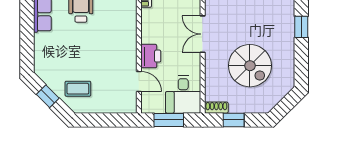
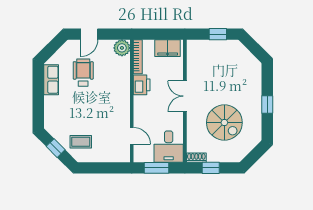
window: (301, 27) -> (267, 104), moved
printer: (151, 56) -> (142, 85), moved

